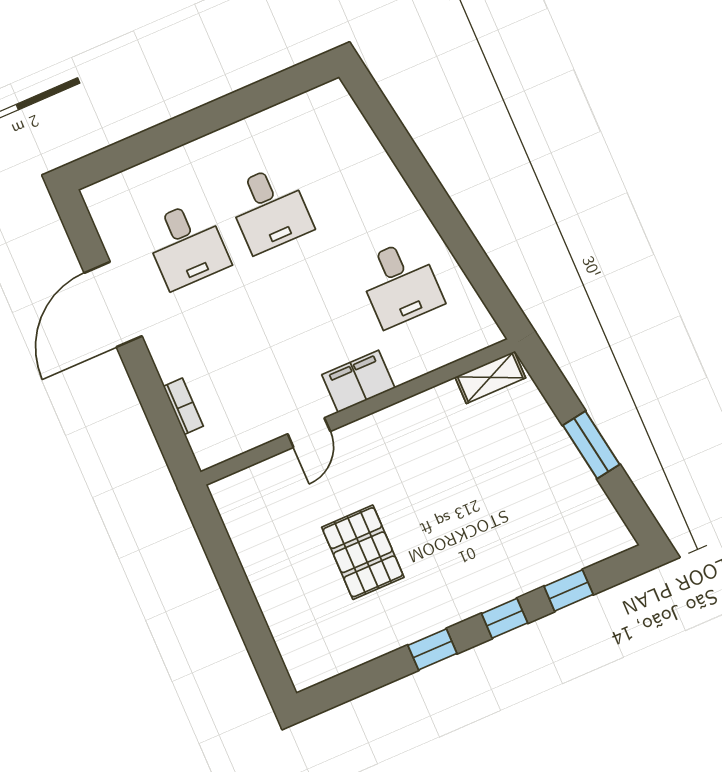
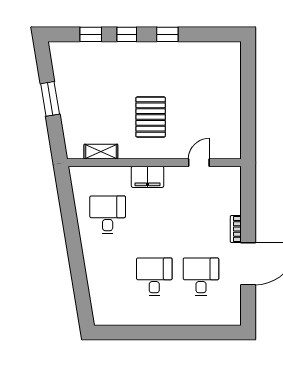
shelving: (490, 377) -> (101, 152), moved
bookcase: (183, 406) -> (236, 229), moved
door: (309, 433) -> (199, 163), moved
pallet: (363, 552) -> (151, 117), moved

